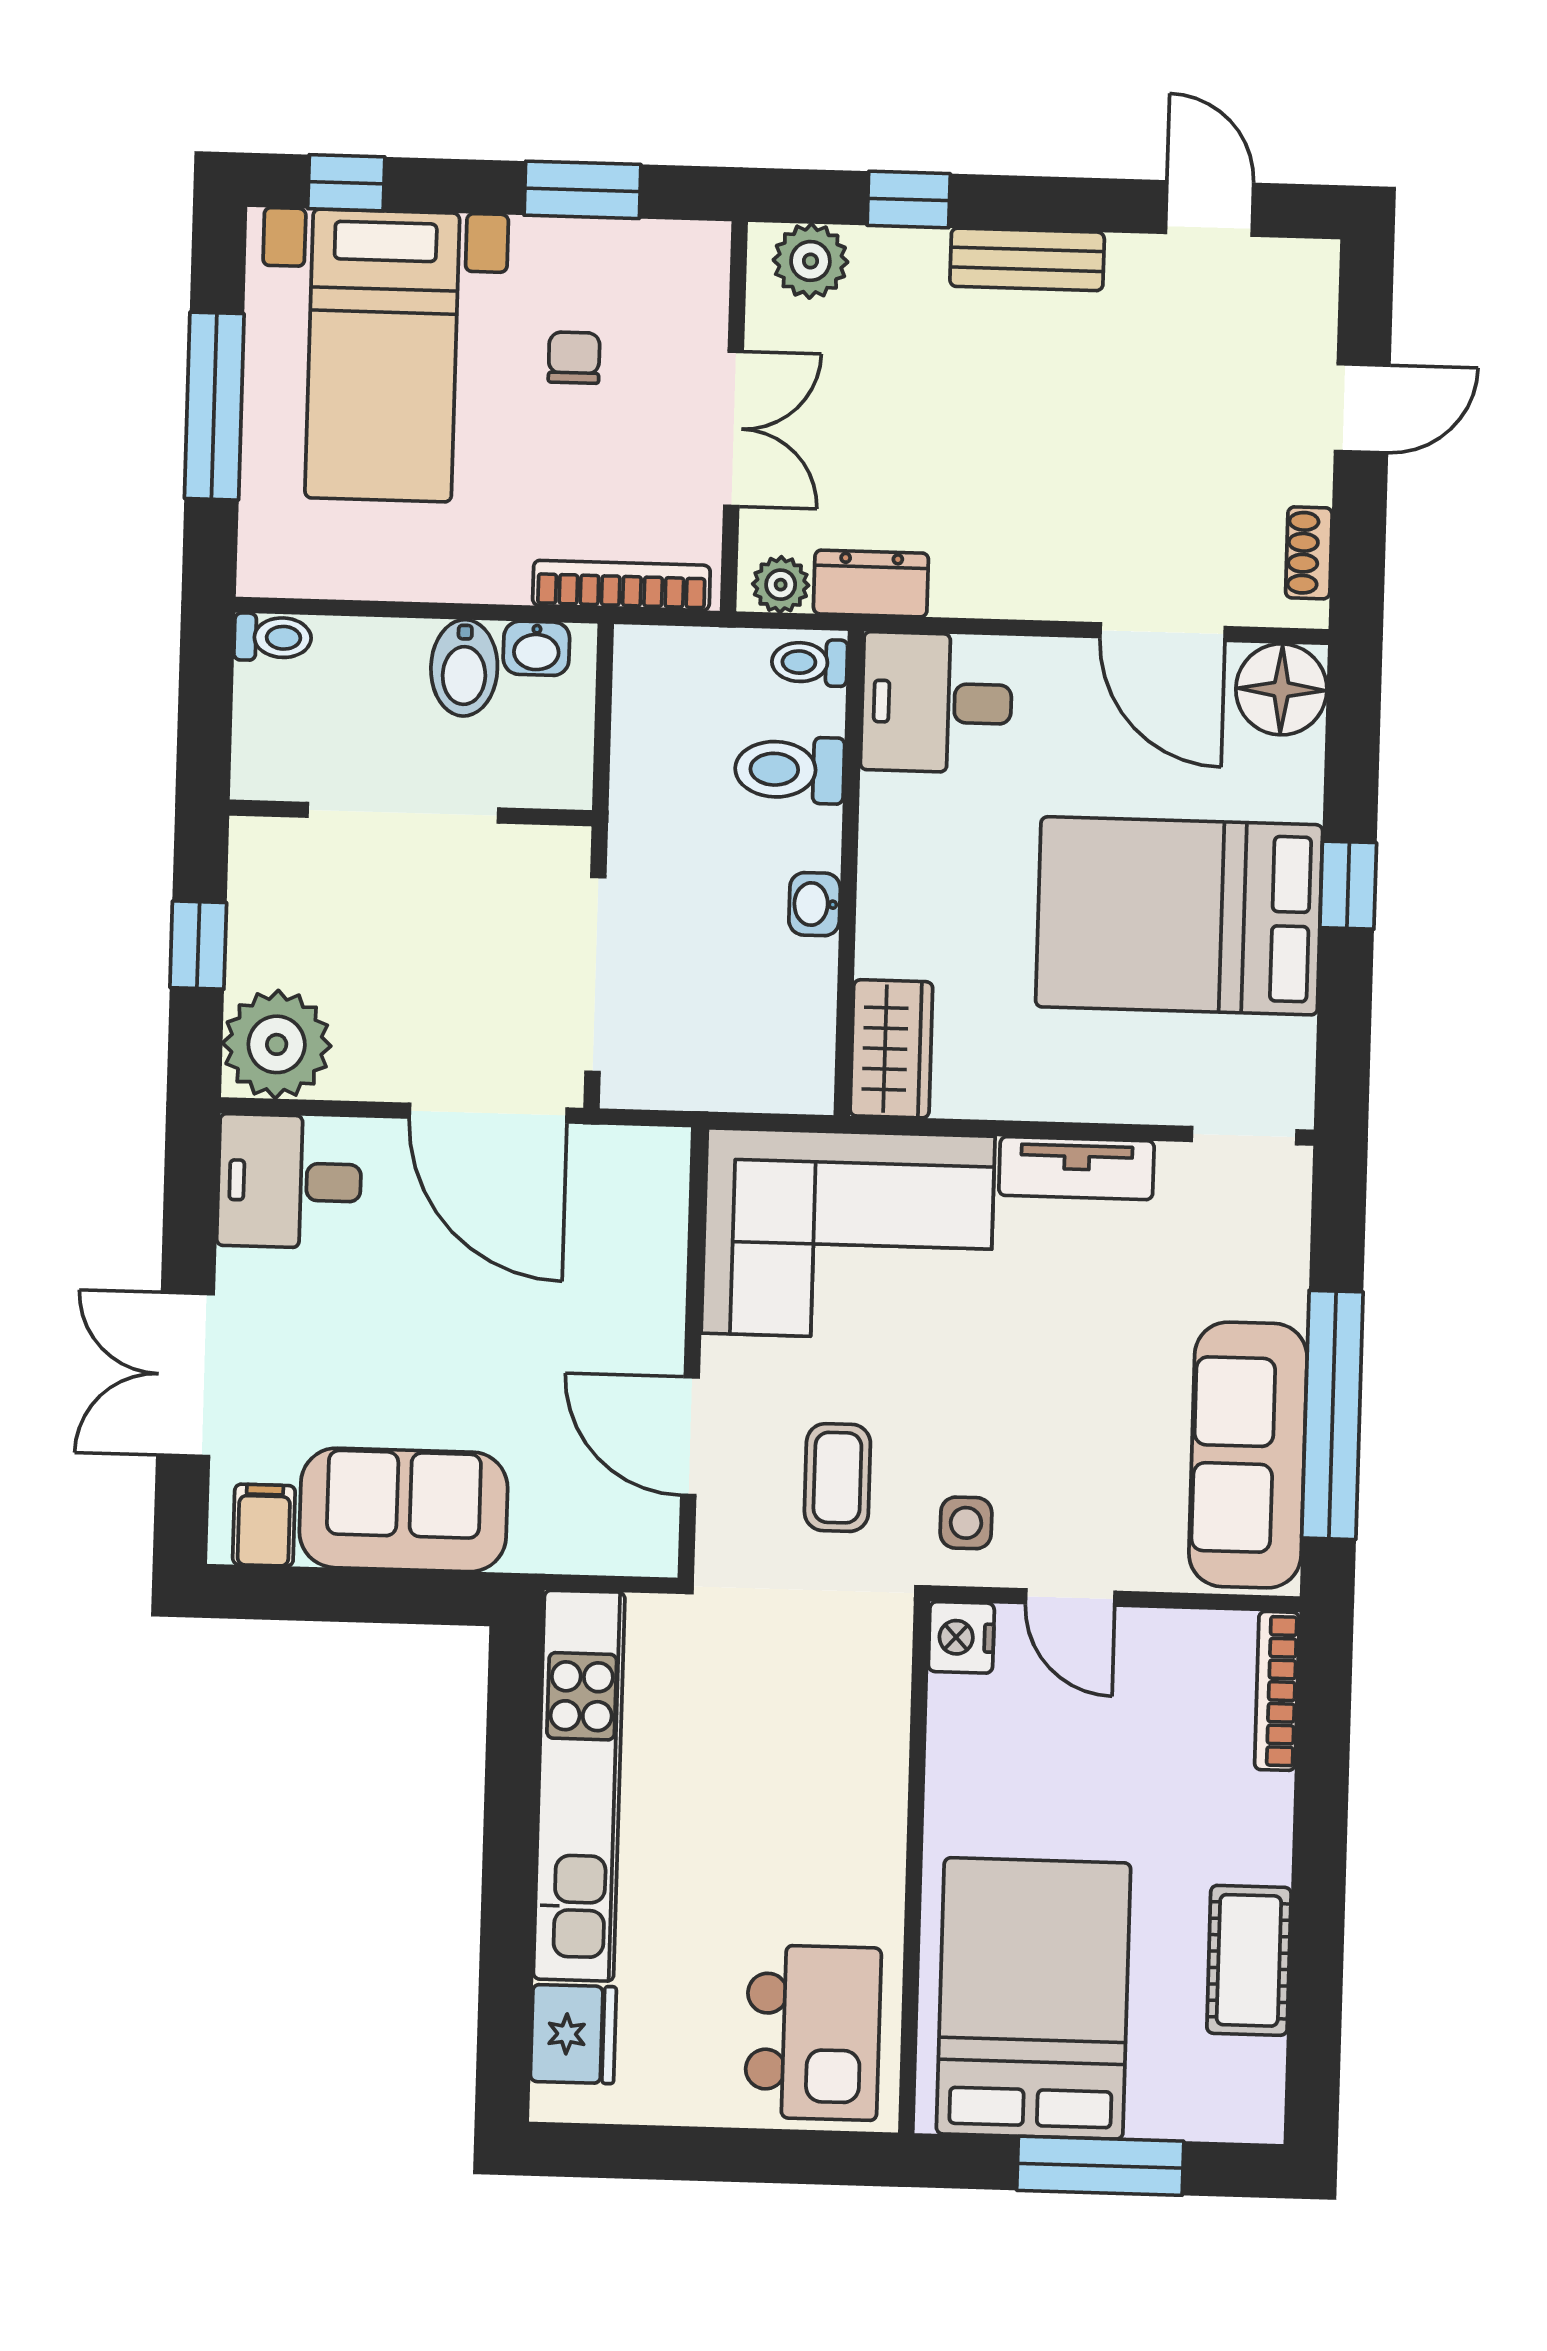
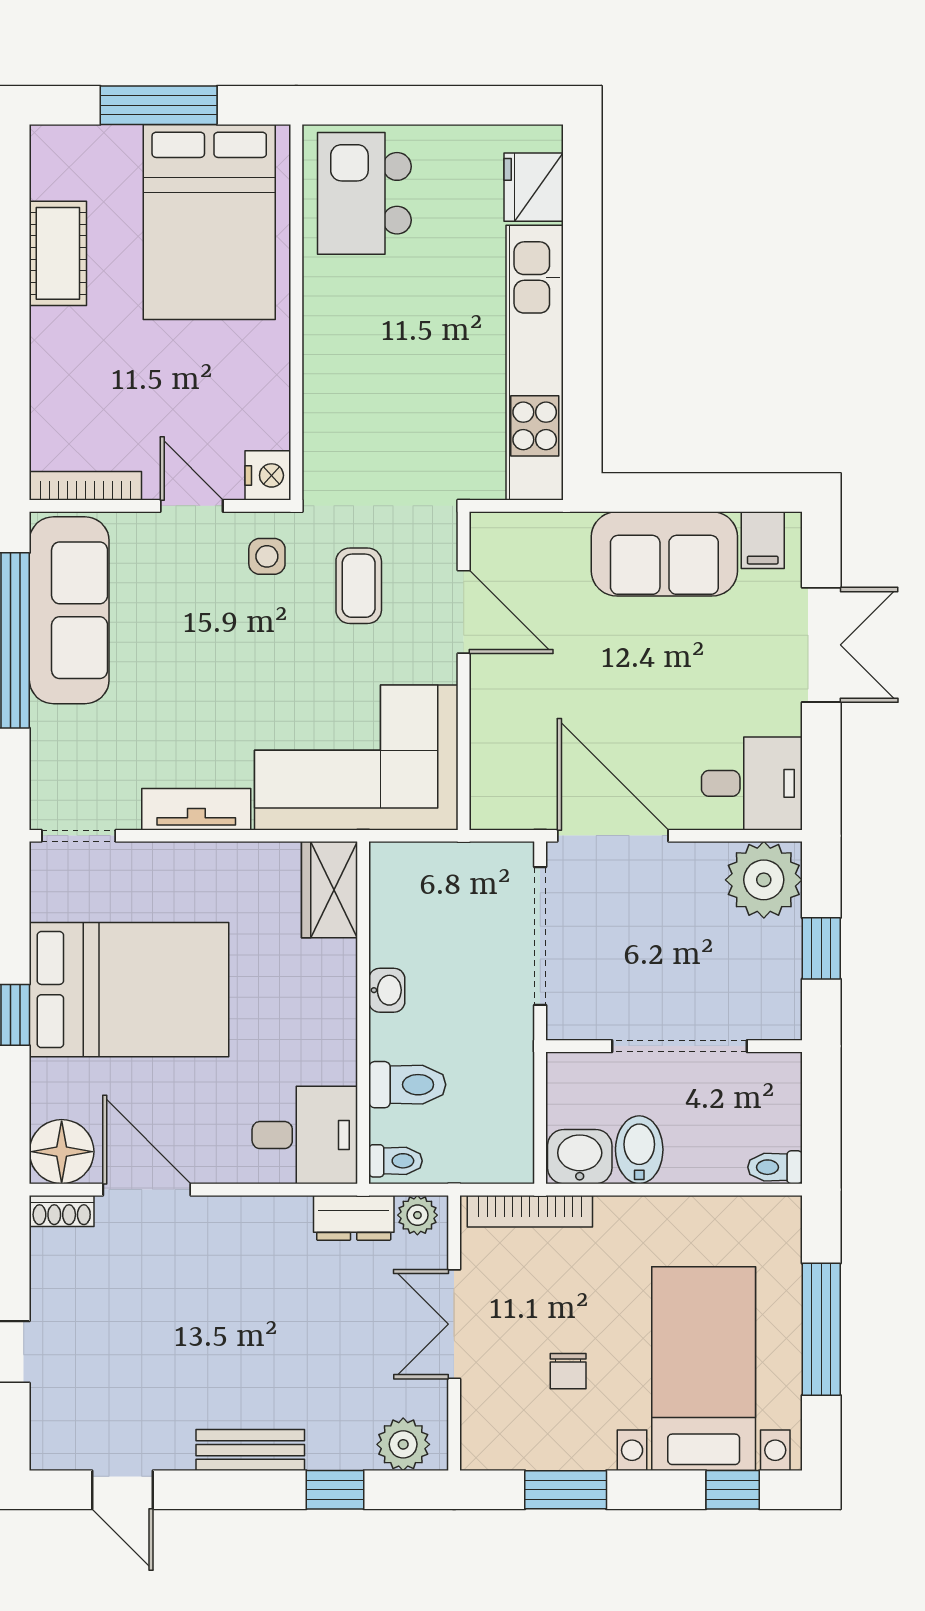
shoe rack: (1309, 553) -> (62, 1211), moved, turned 90
washbasin: (536, 648) -> (580, 1157), width x1.38, depth x1.45
bookcase: (1277, 1691) -> (85, 486), moved, turned -90

